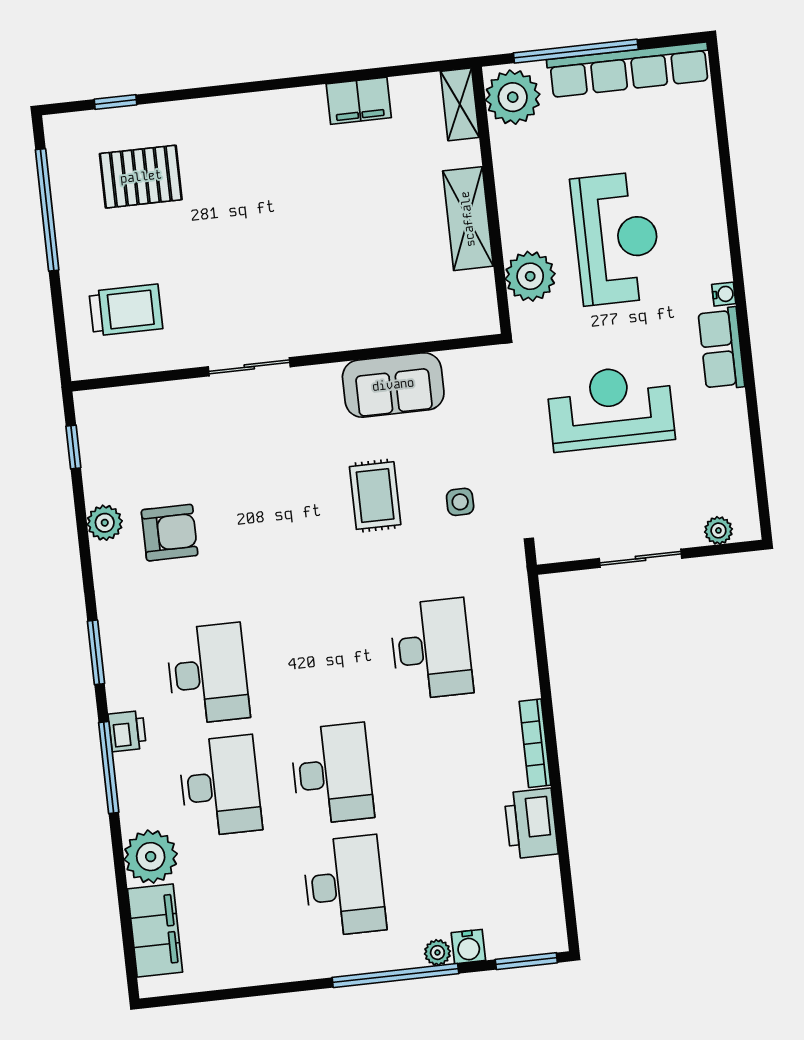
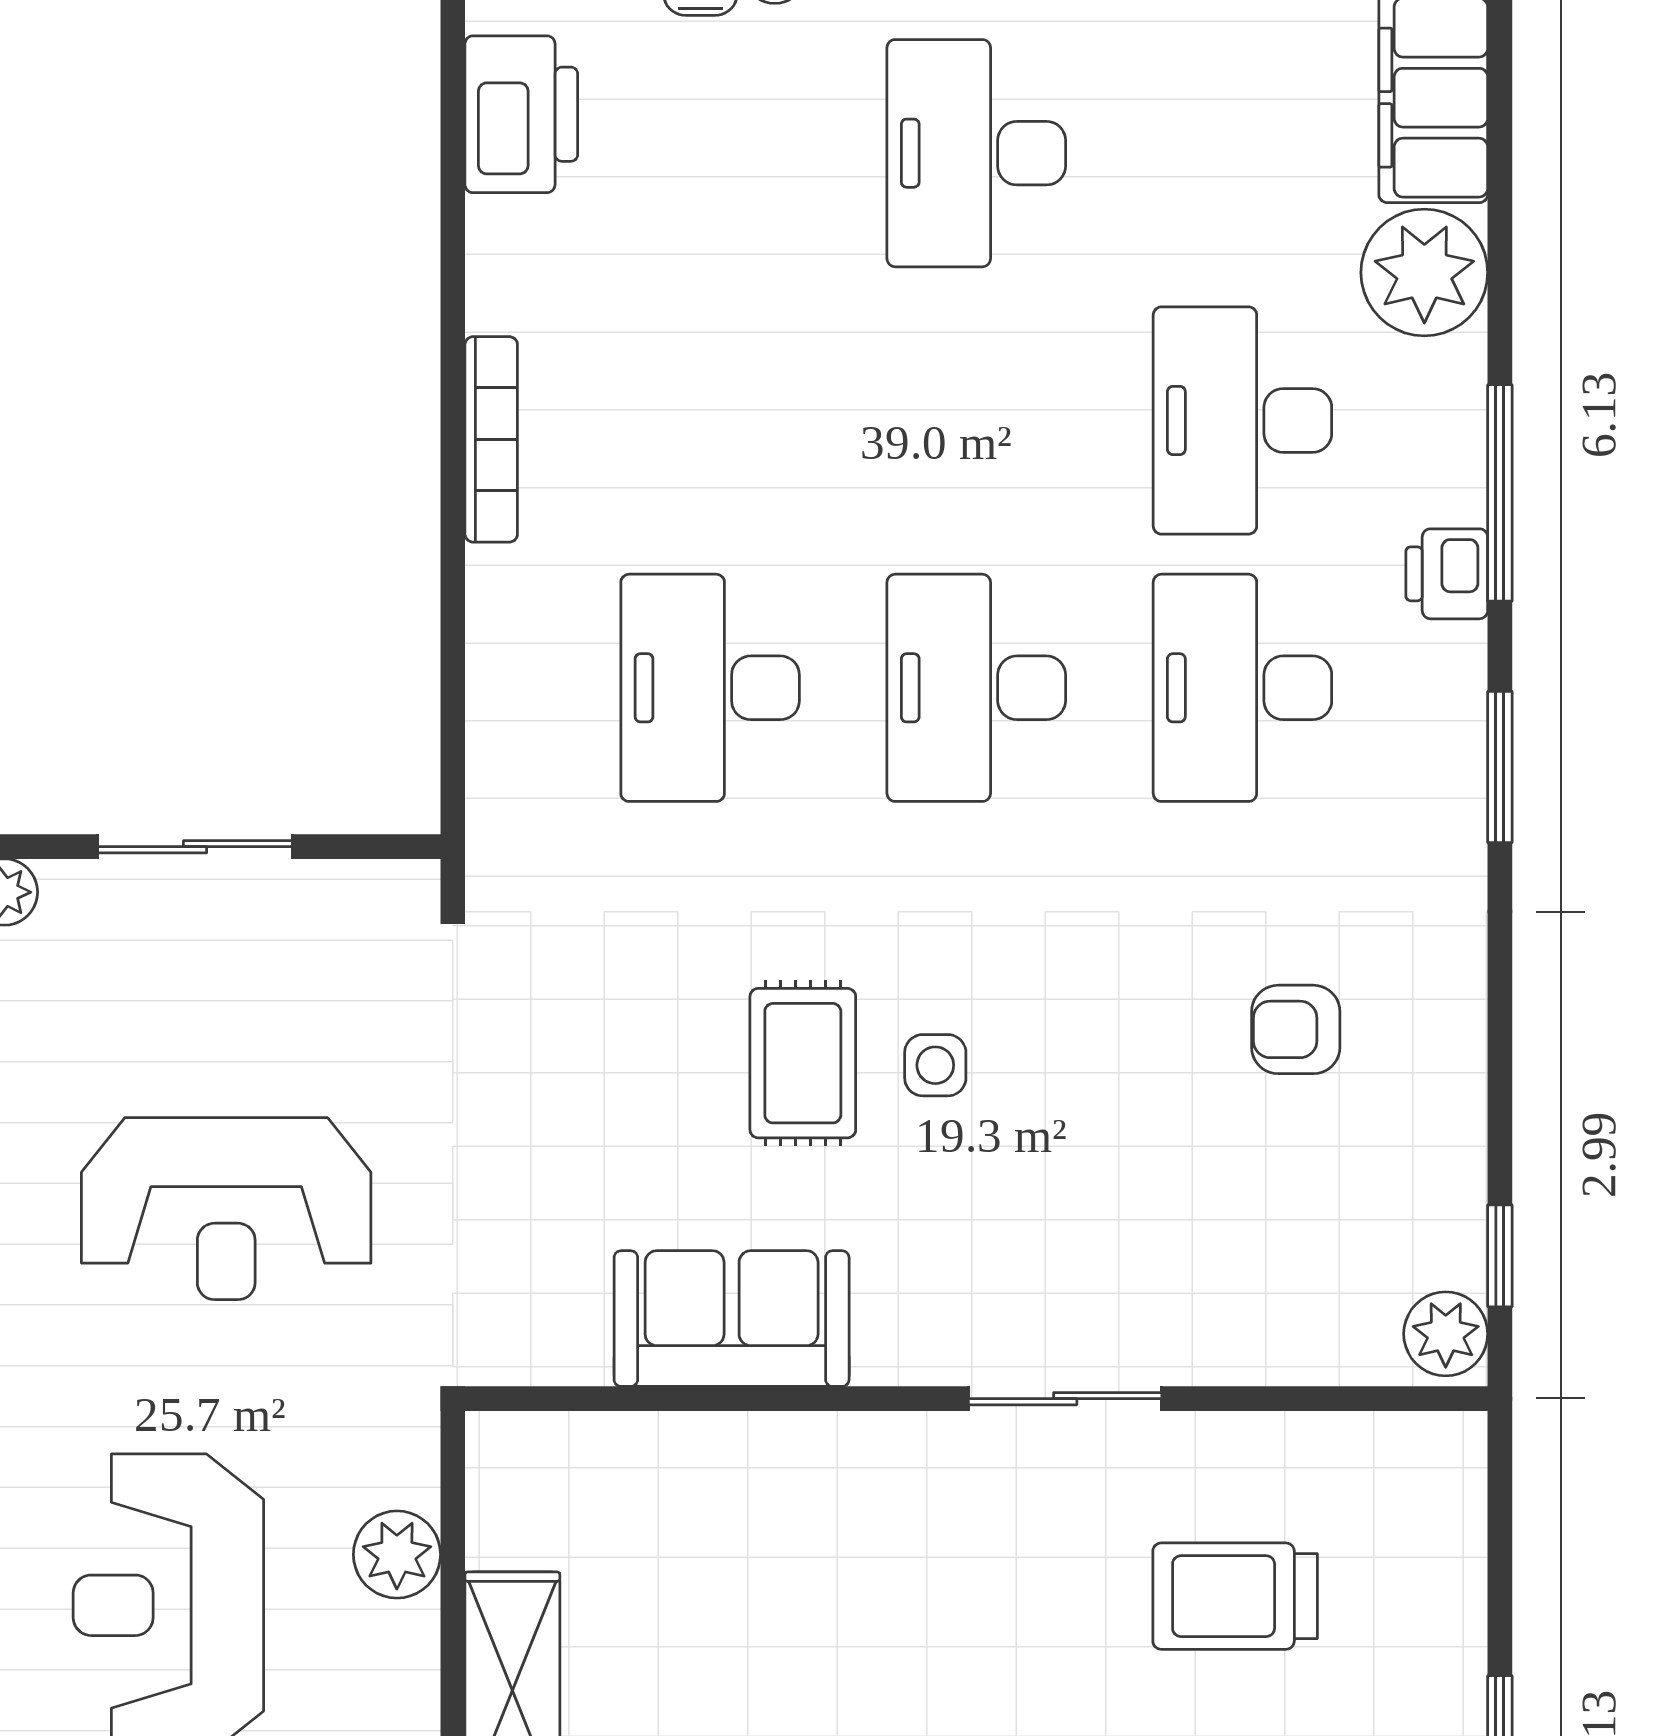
plant: (530, 276) -> (397, 1555), width x0.73, depth x0.73
trolley: (126, 310) -> (1235, 1596), moved
side table: (460, 502) -> (935, 1065), moved
plant: (105, 523) -> (1446, 1334), moved
armchair: (170, 533) -> (1296, 1029), width x0.72, depth x0.72
desk: (332, 774) -> (976, 688), moved
printer: (531, 823) -> (521, 114), moved

